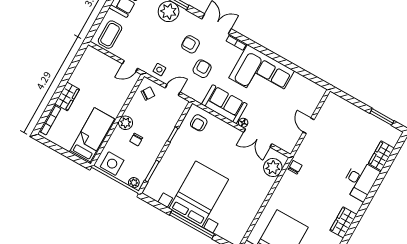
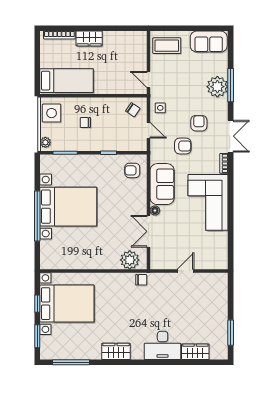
plant: (126, 123) -> (95, 104), removed

